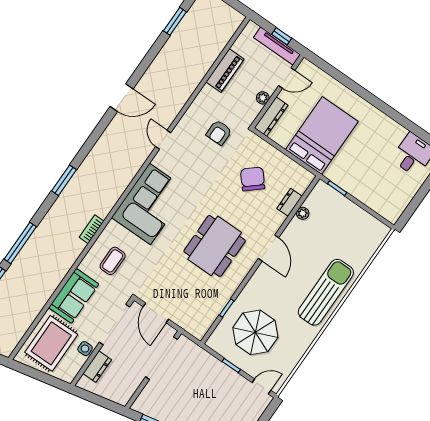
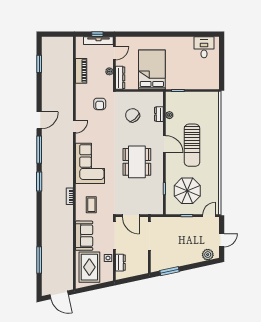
door: (163, 140) -> (74, 127), swing flipped
window: (20, 243) -> (39, 150), moved
sun lounger: (326, 292) -> (192, 145), moved, turned 180

